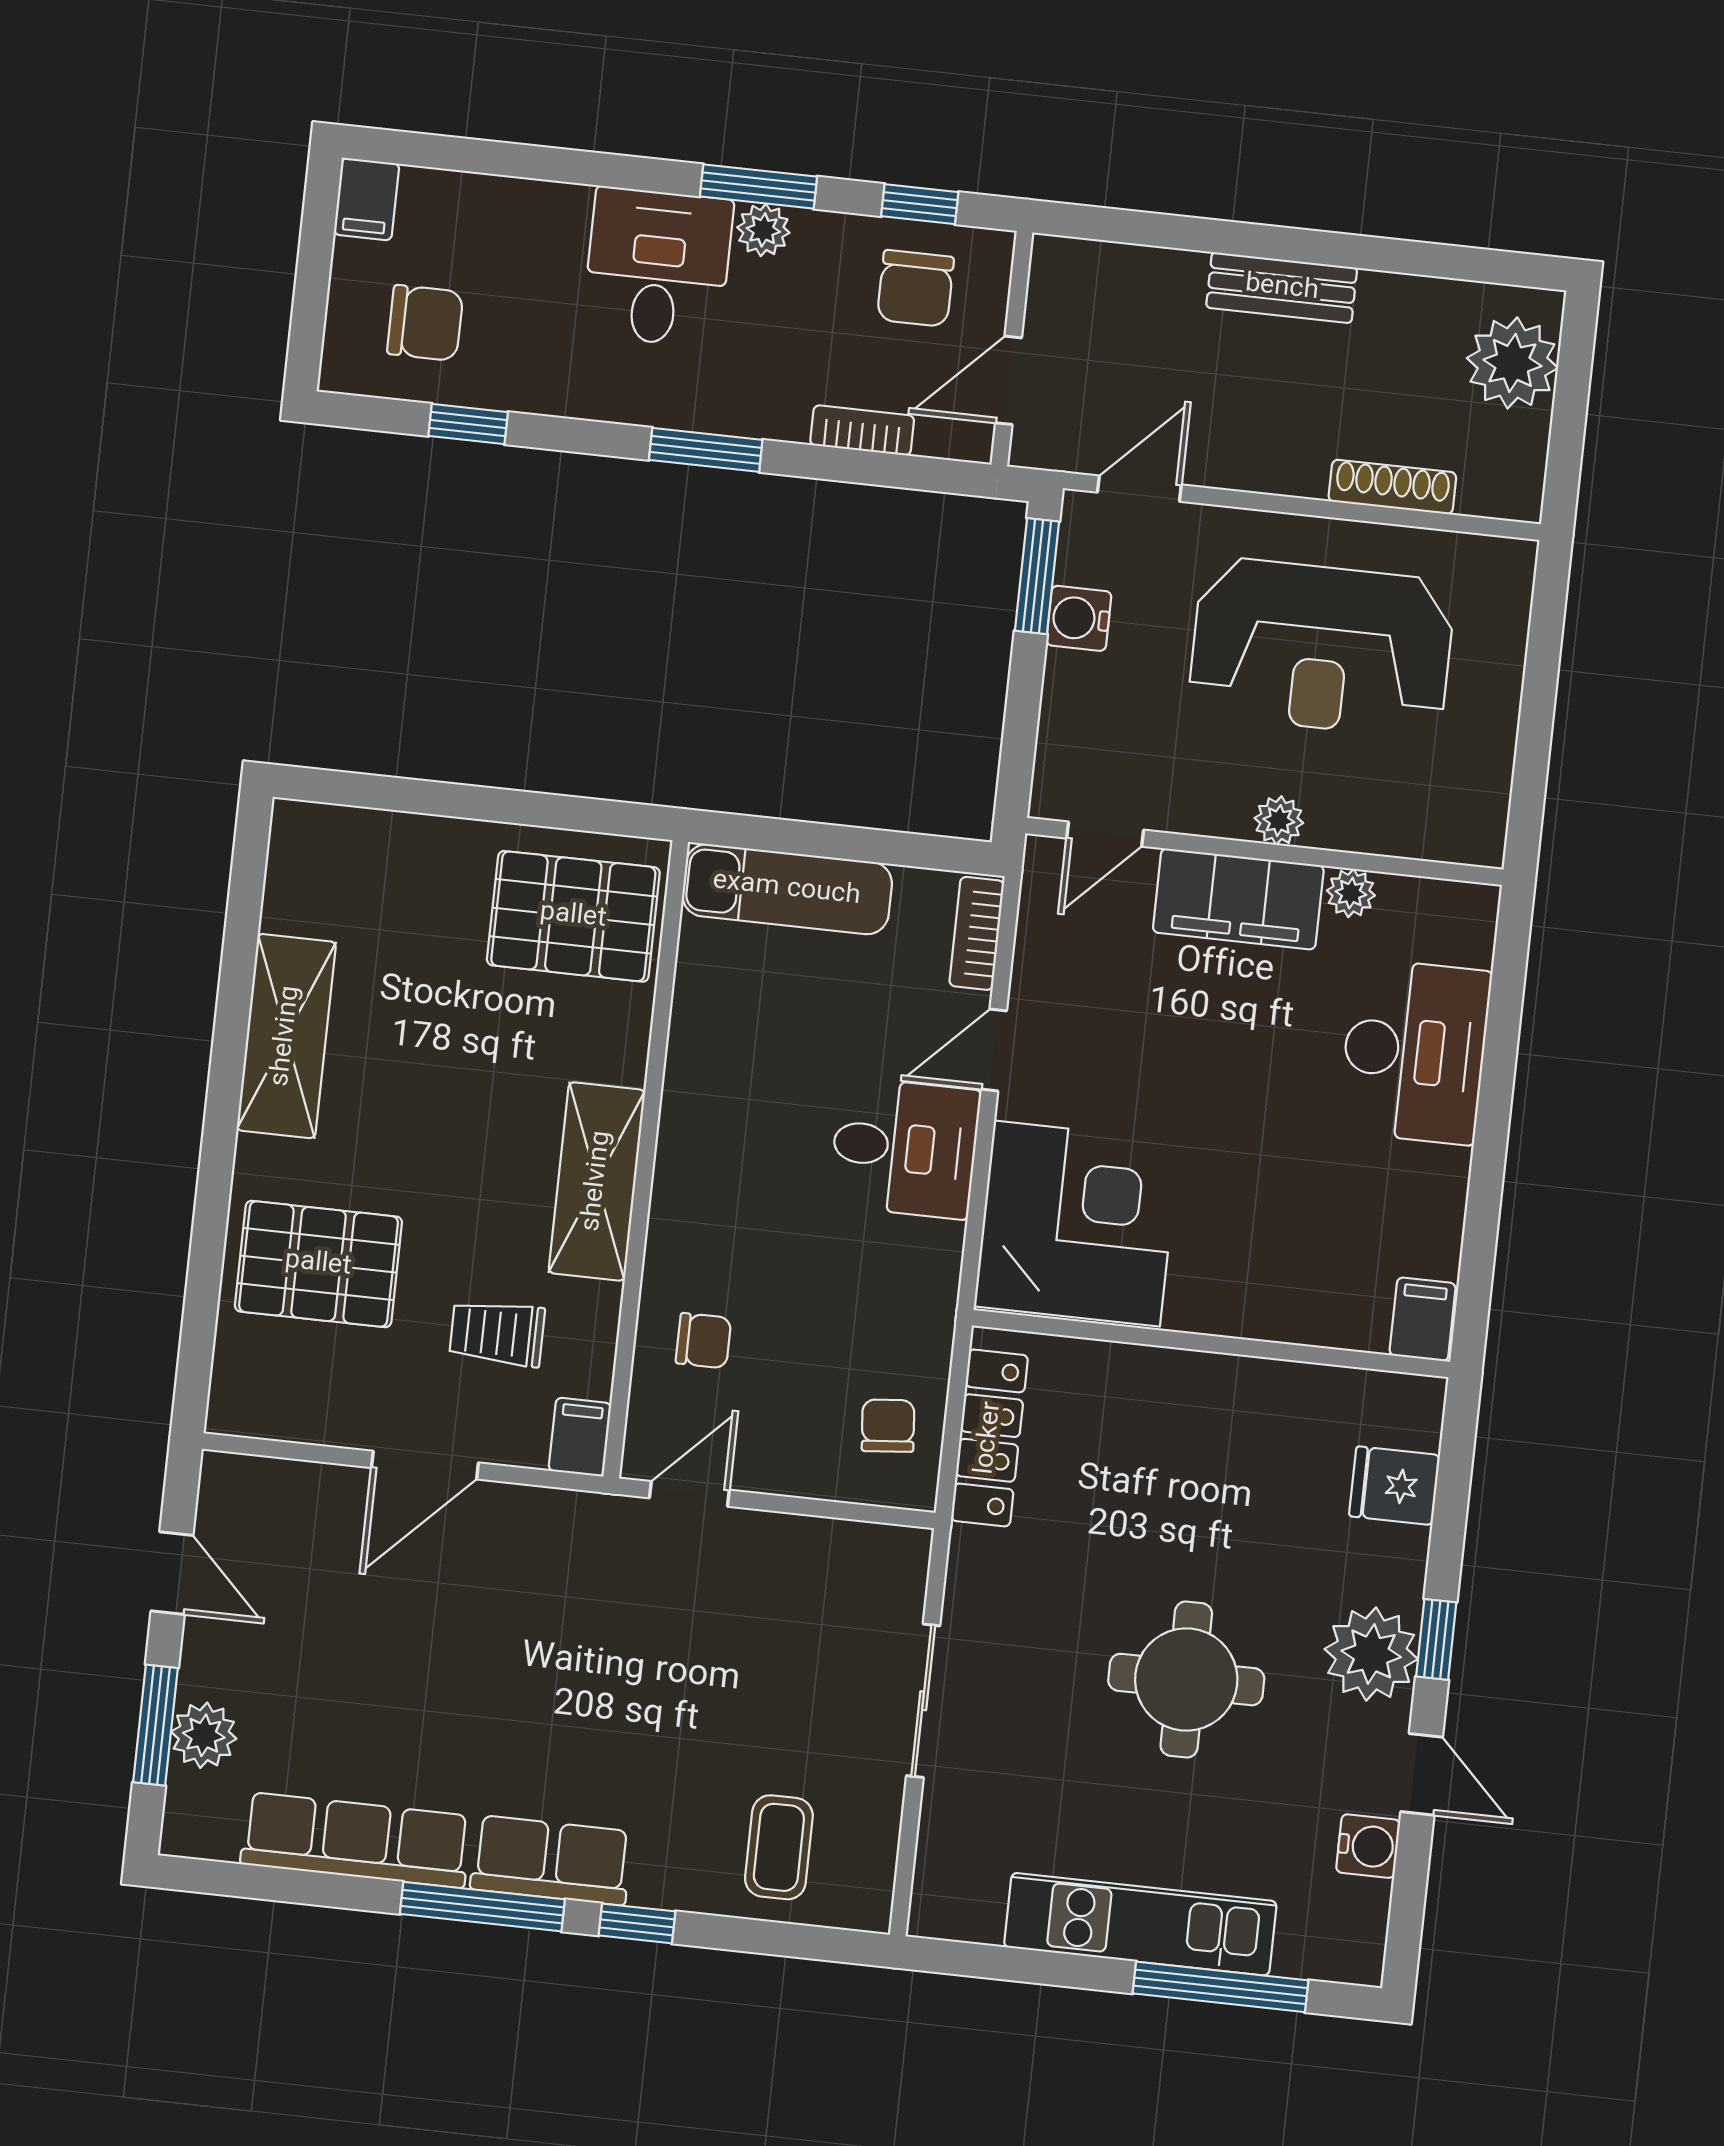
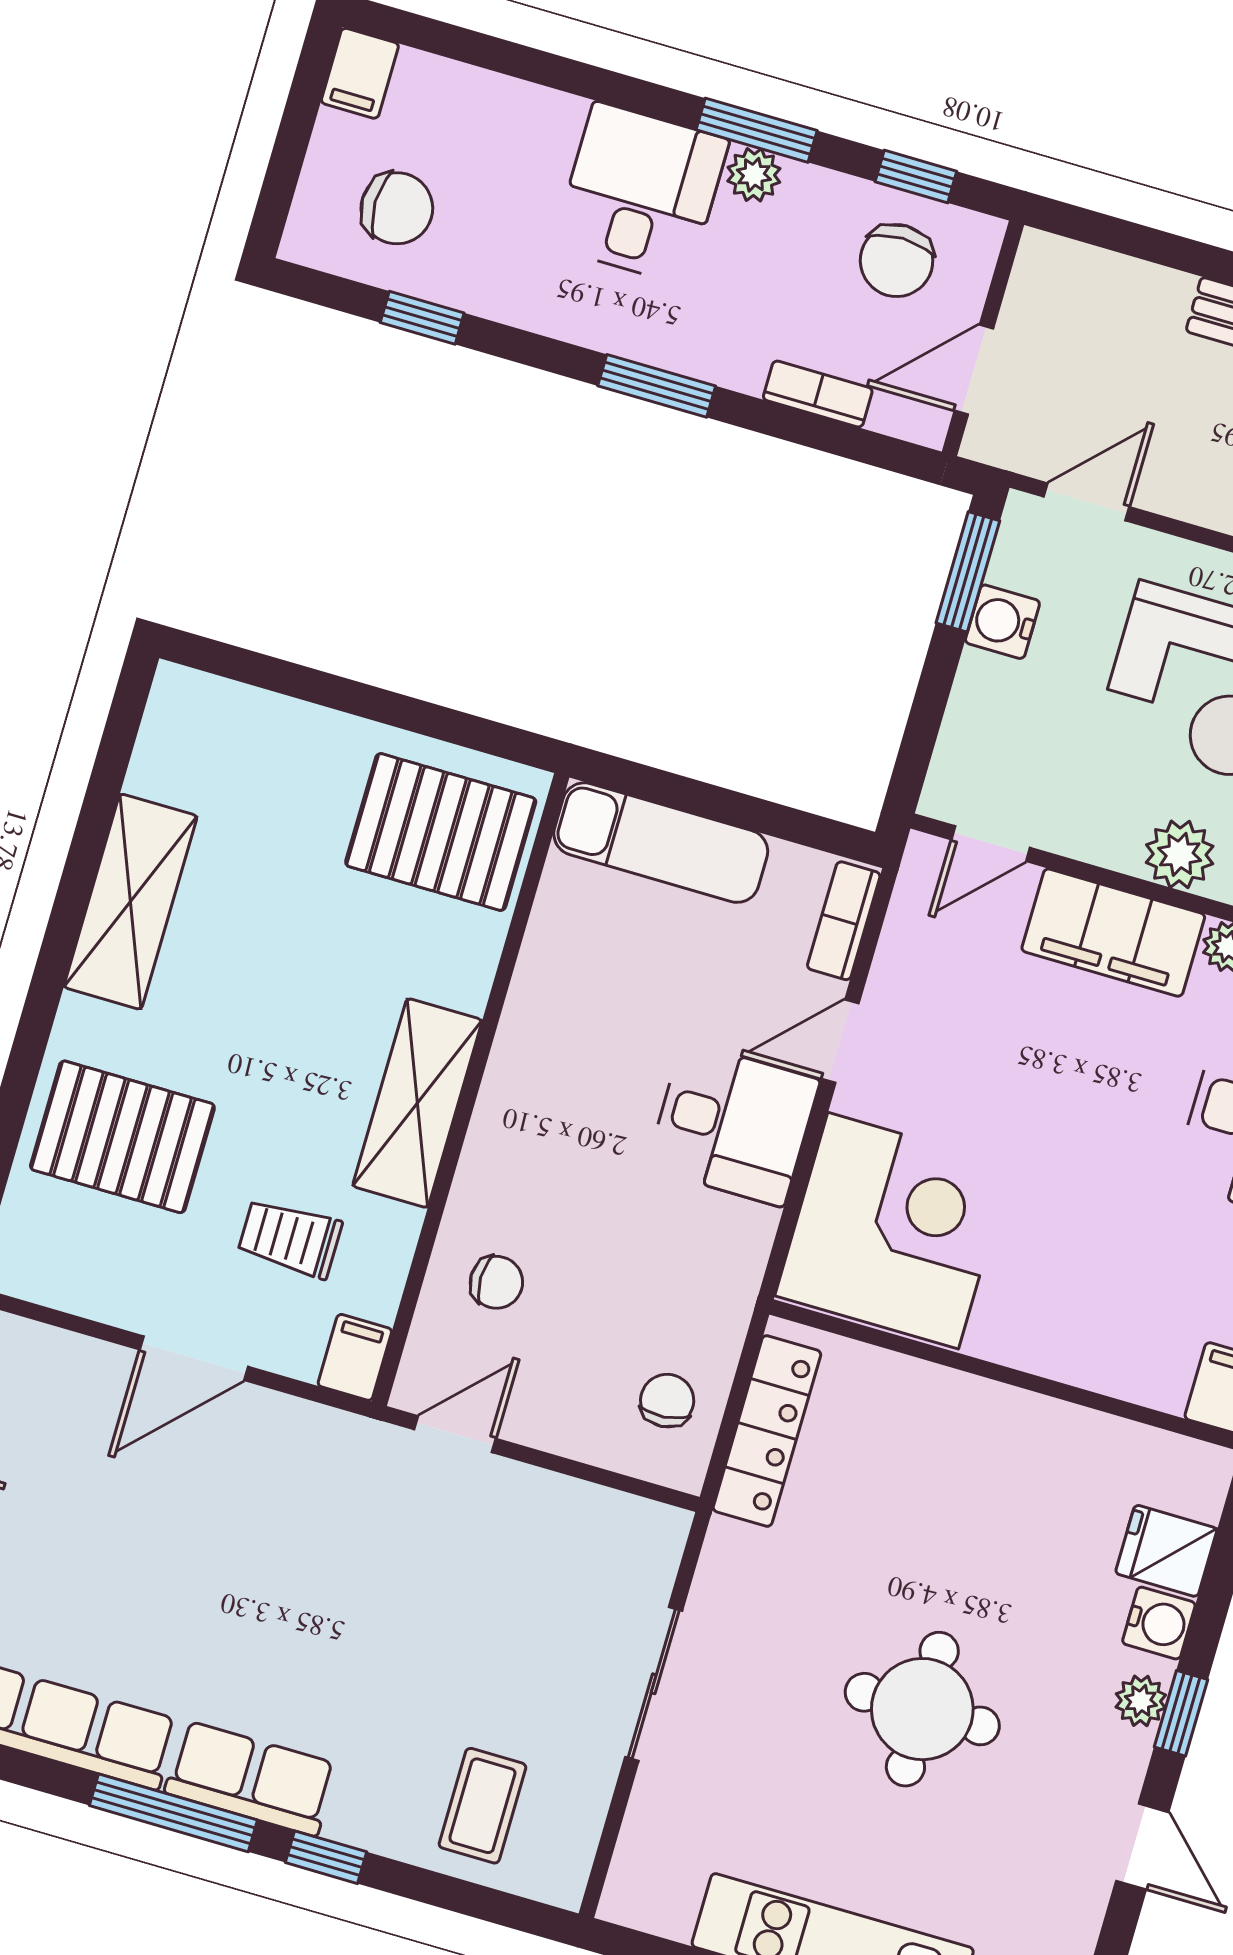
plant: (1279, 821) -> (1180, 854), width x1.38, depth x1.38
plant: (1371, 1654) -> (1141, 1701), width x0.53, depth x0.53
water cooler: (1368, 1846) -> (1159, 1623), moved

